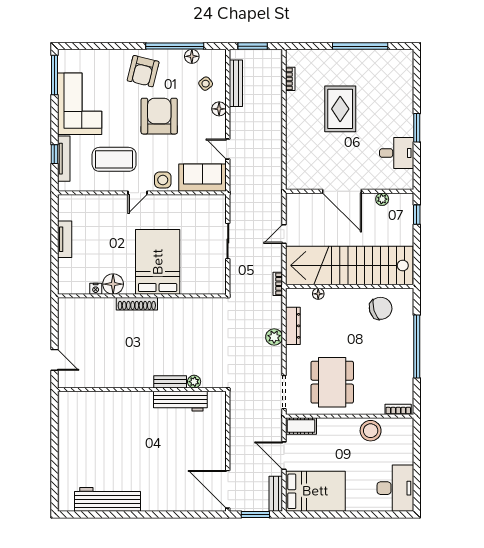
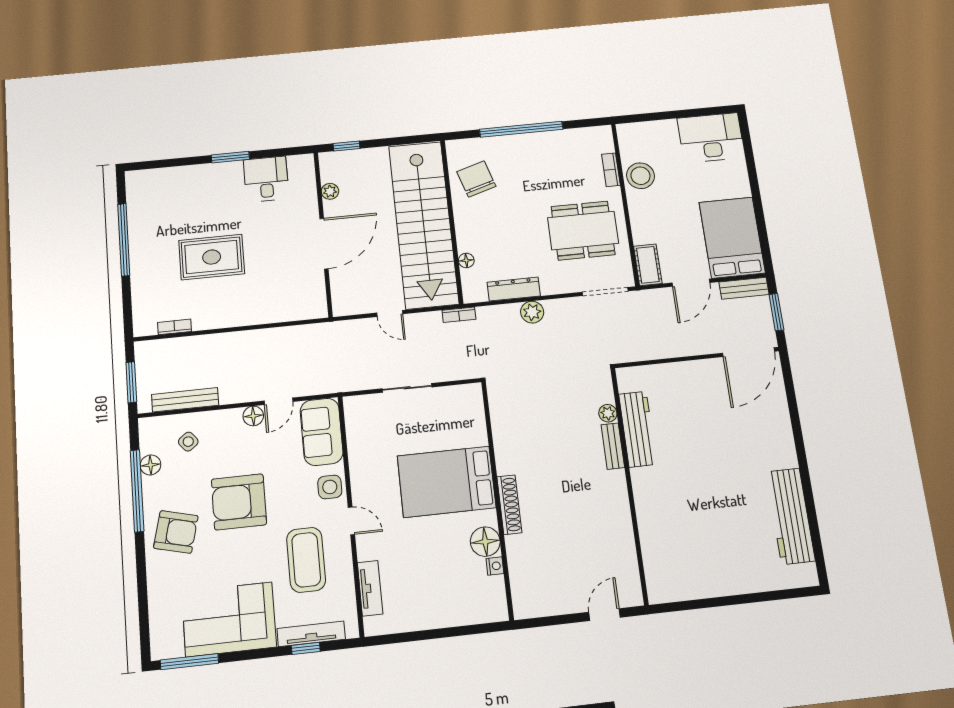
floor lamp: (219, 109) -> (253, 416), moved
tv unit: (65, 239) -> (370, 588), moved, turned 90
bookcase: (398, 409) -> (611, 170), moved

